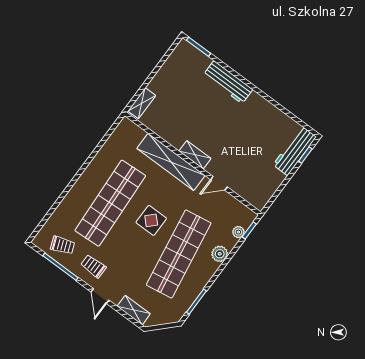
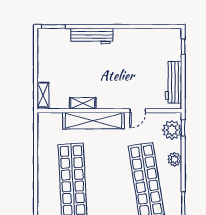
workbench: (295, 151) -> (174, 82), moved
shelving: (195, 155) -> (83, 103), moved
display table: (151, 220) -> (110, 171), removed
plant: (238, 232) -> (172, 130), width x1.88, depth x1.88

